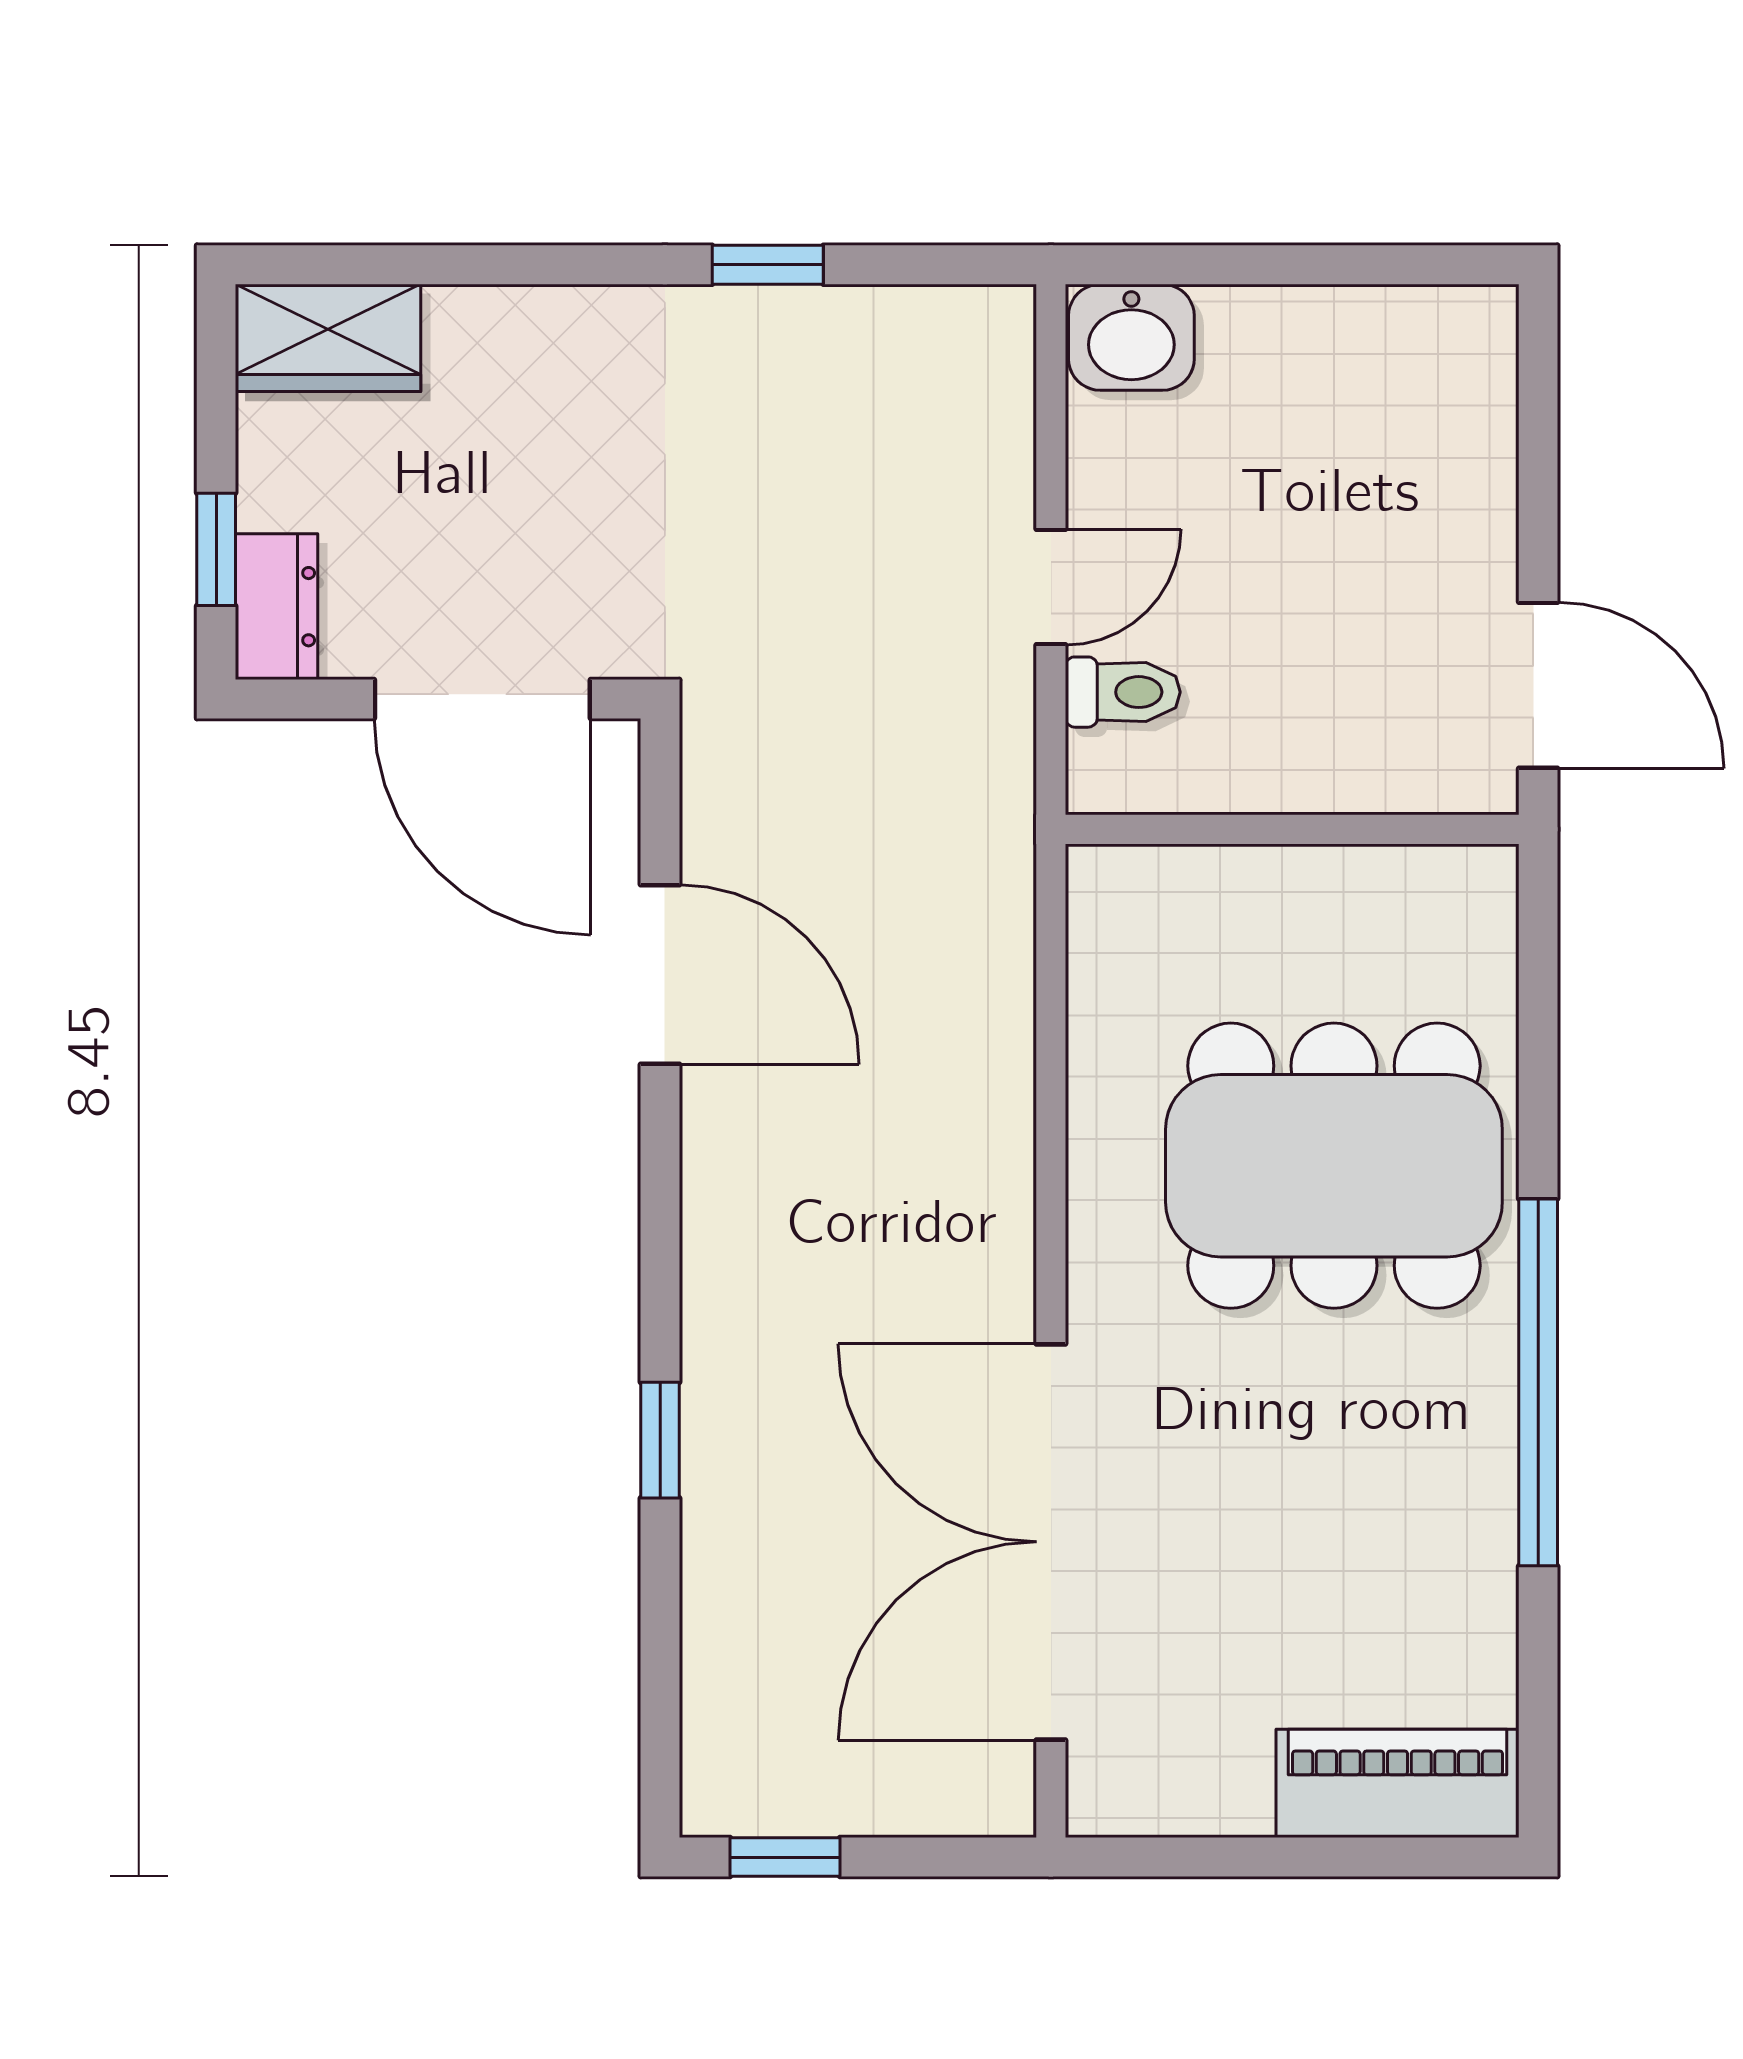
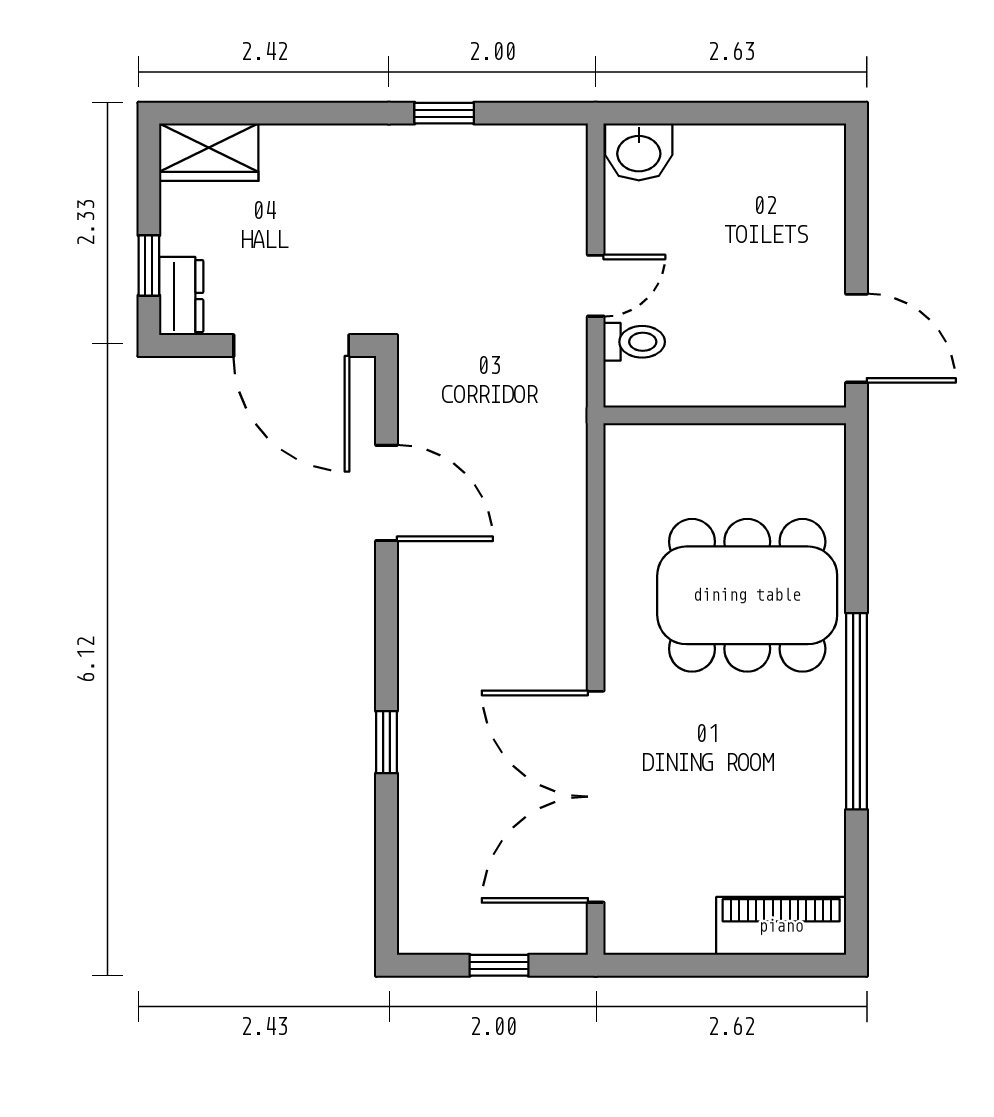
window: (785, 1857) -> (499, 965), moved

